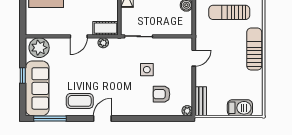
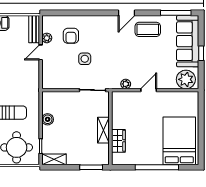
cot: (105, 28) -> (124, 98), removed
door: (194, 58) -> (41, 52), moved
armchair: (162, 94) -> (71, 36), turned 90
plant: (187, 111) -> (47, 38), moved

